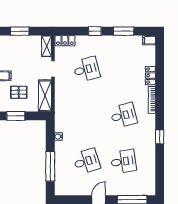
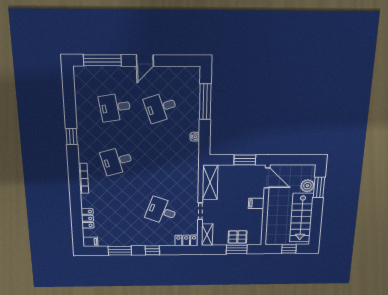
desk: (86, 69) -> (162, 211), turned 36
locker: (150, 76) -> (88, 218), moved
pallet: (19, 92) -> (237, 237), moved

